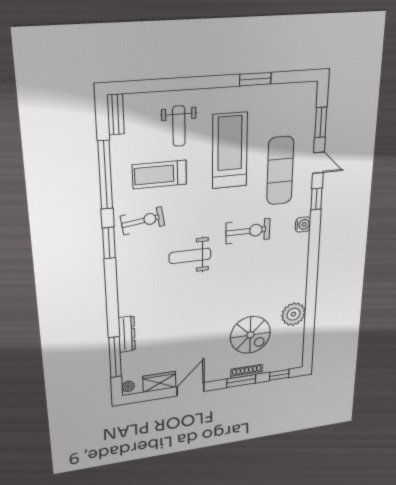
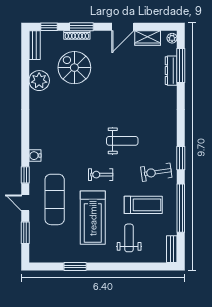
exercise bike: (248, 231) -> (101, 175), moved, width x0.73, depth x0.72
dresser: (127, 334) -> (171, 71), moved
bench: (297, 353) -> (35, 45), added

